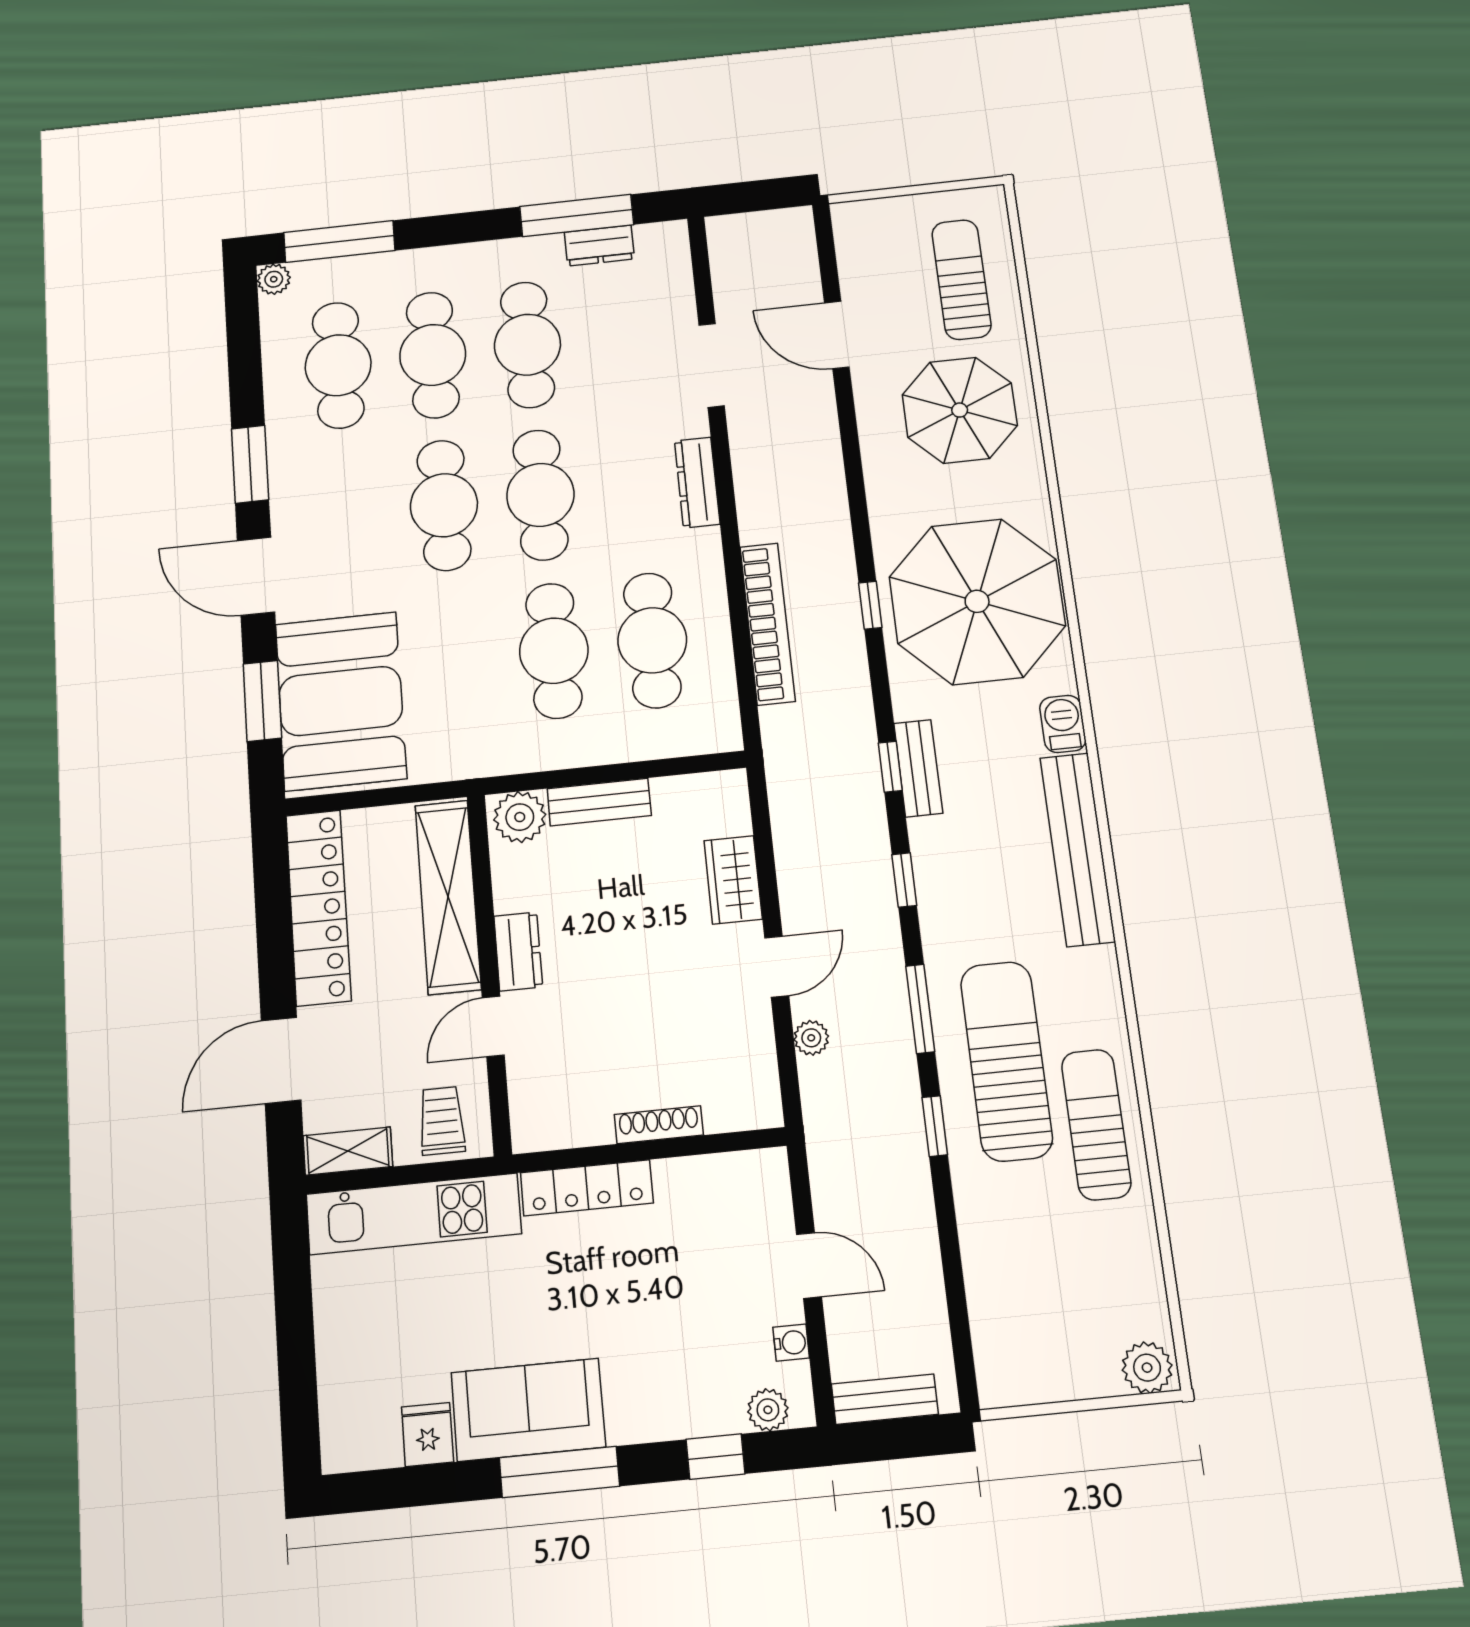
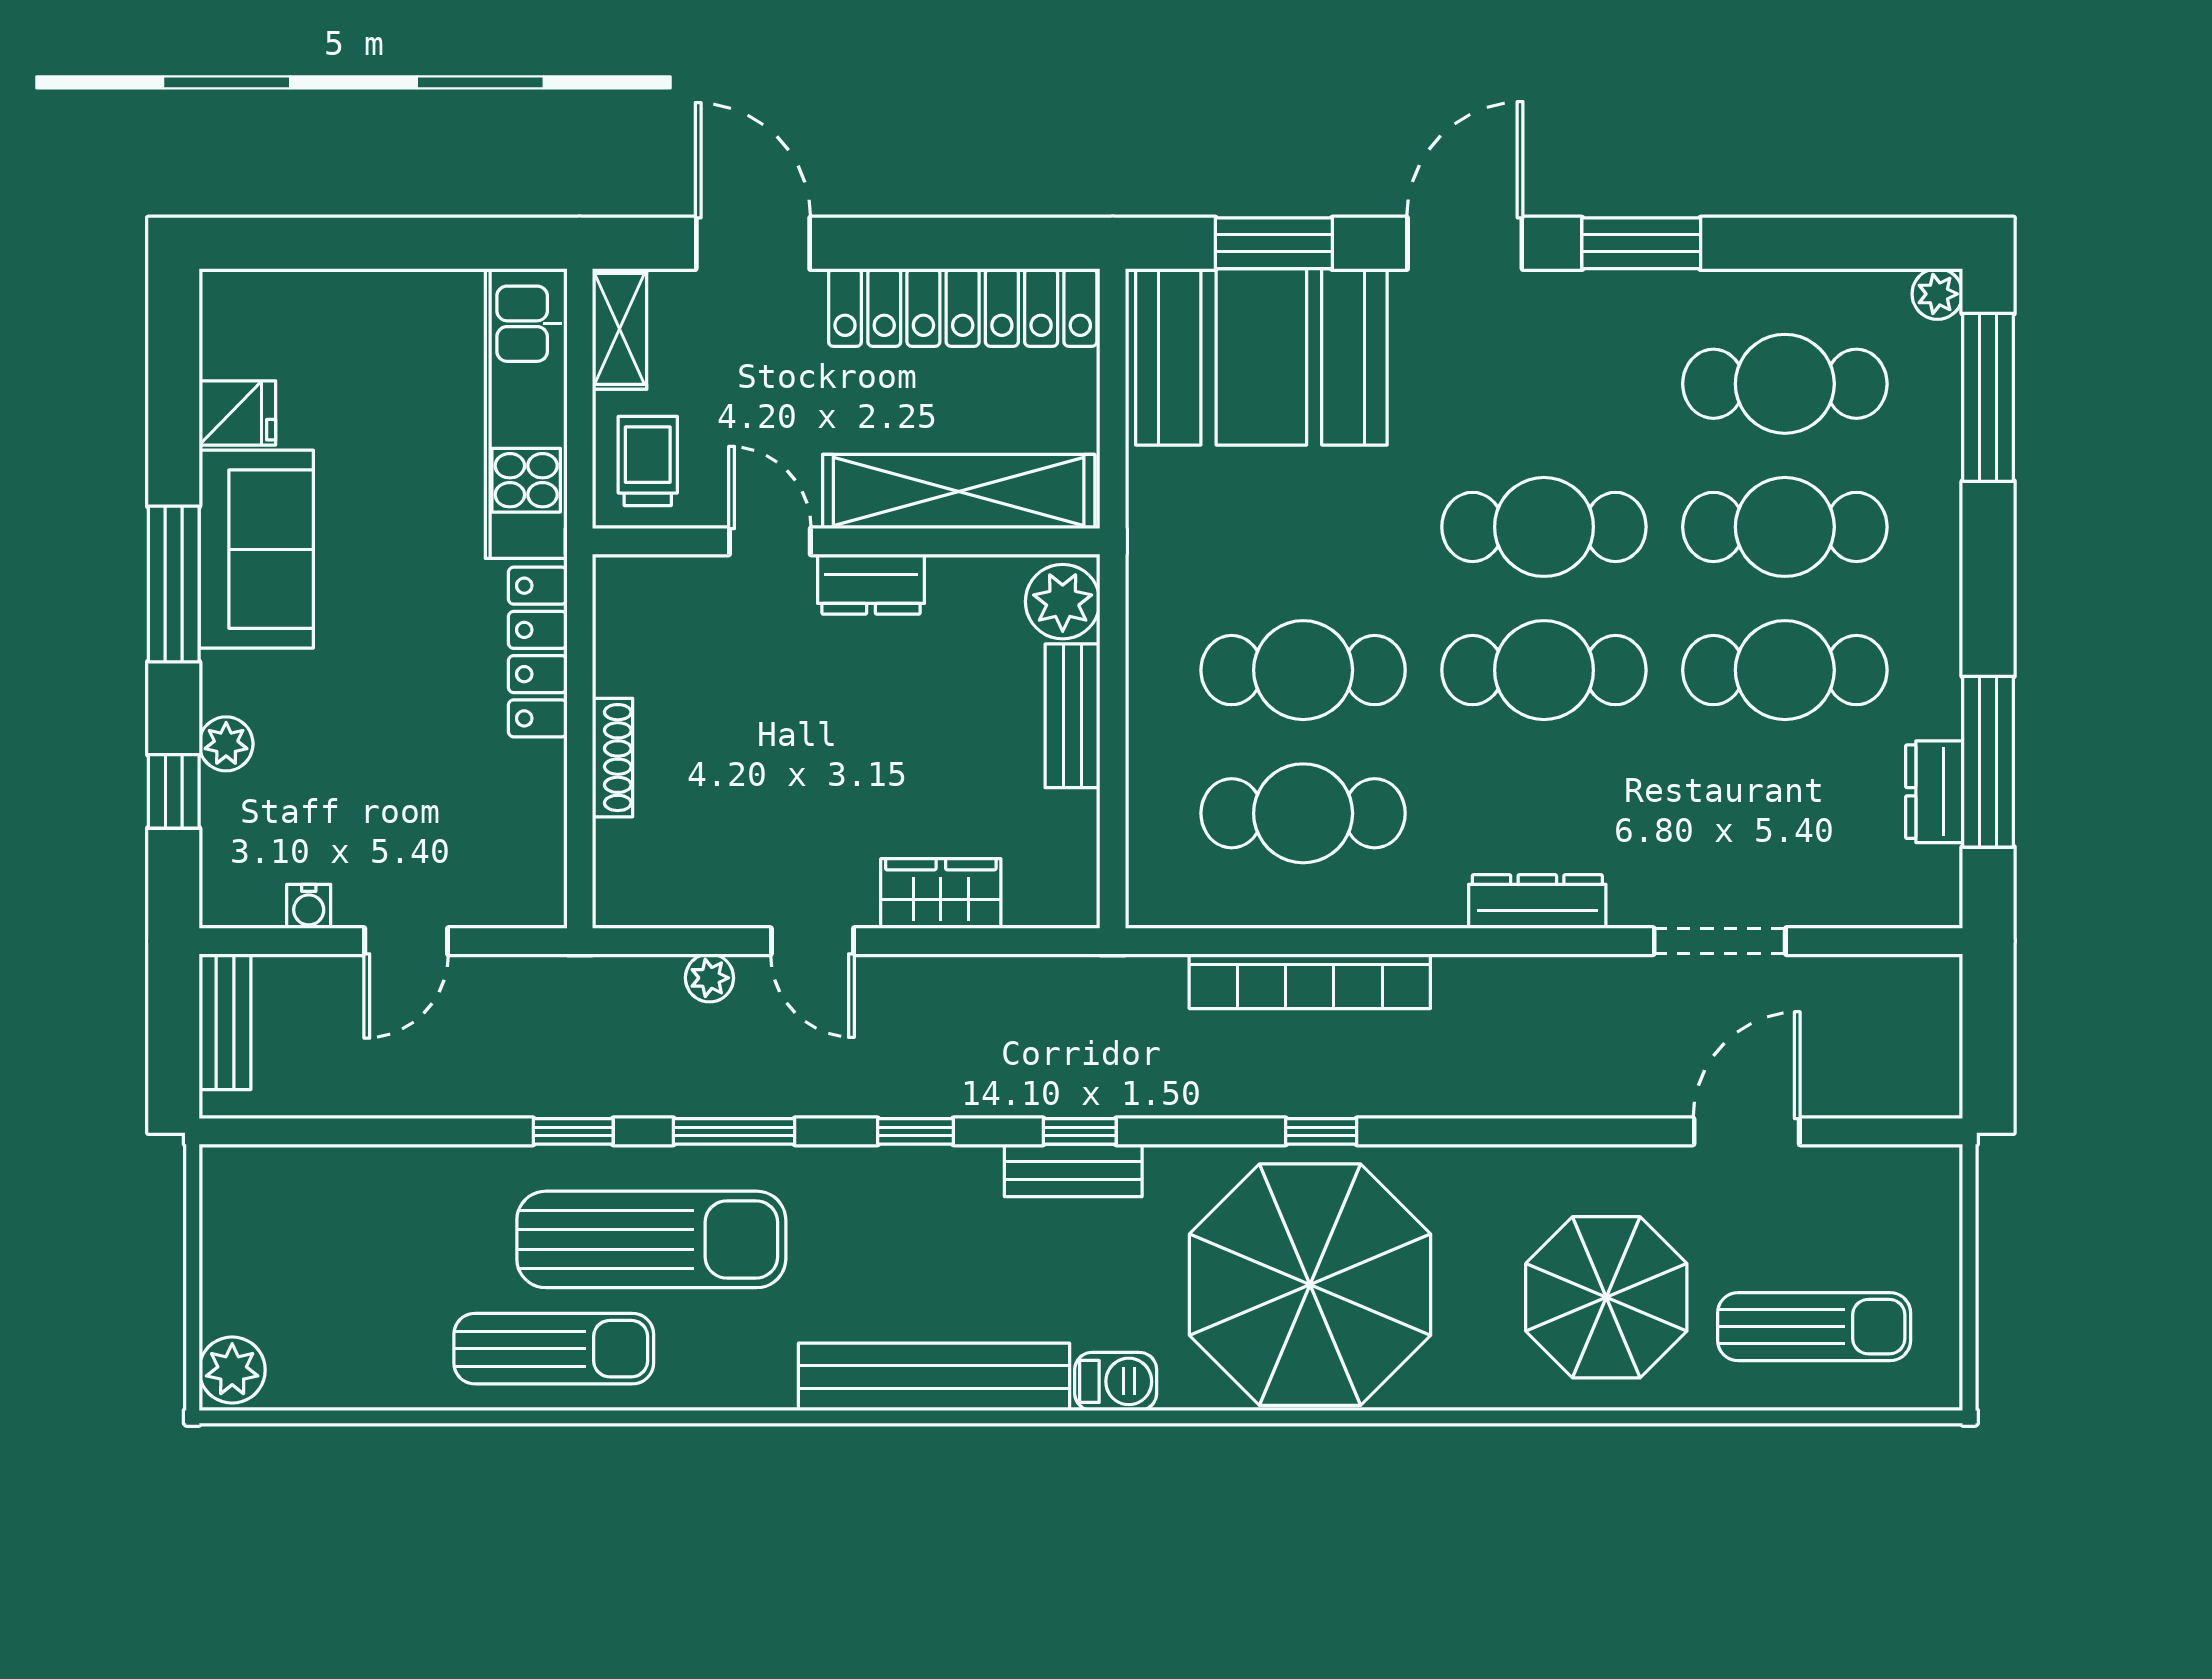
trolley: (442, 1121) -> (648, 461), turned -90
plant: (768, 1410) -> (226, 744), moved

